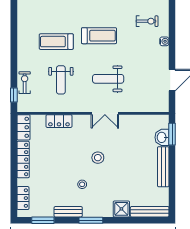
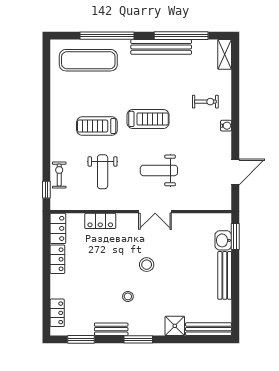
locker: (23, 159) -> (57, 259), width x0.66

